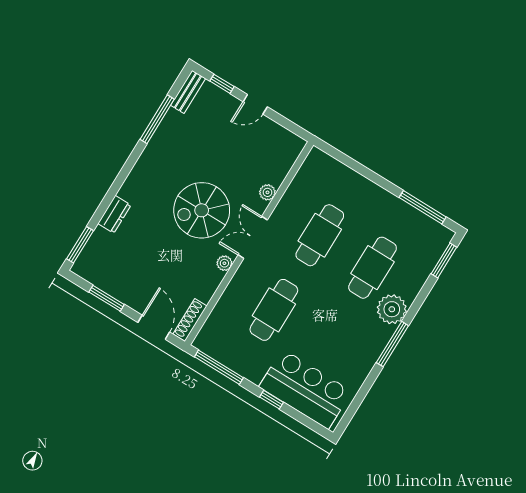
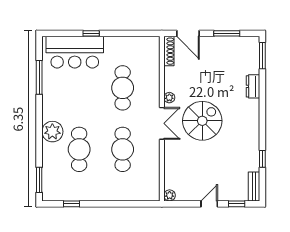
window: (157, 119) -> (262, 159), width x0.46
plant: (267, 192) -> (170, 195), moved
window: (423, 207) -> (71, 204), width x0.46
window: (392, 344) -> (39, 77), moved
window: (219, 367) -> (134, 33), removed

